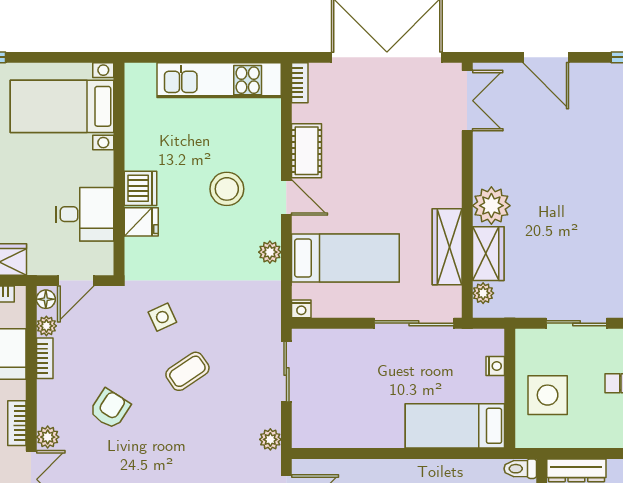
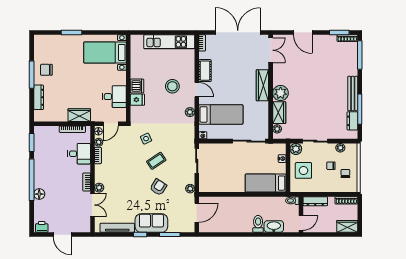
wardrobe: (447, 247) -> (262, 85), moved
plant: (529, 342) -> (296, 149), added
armchair: (110, 409) -> (158, 187), moved

